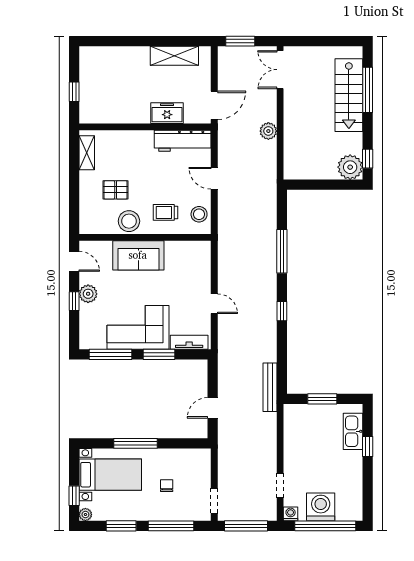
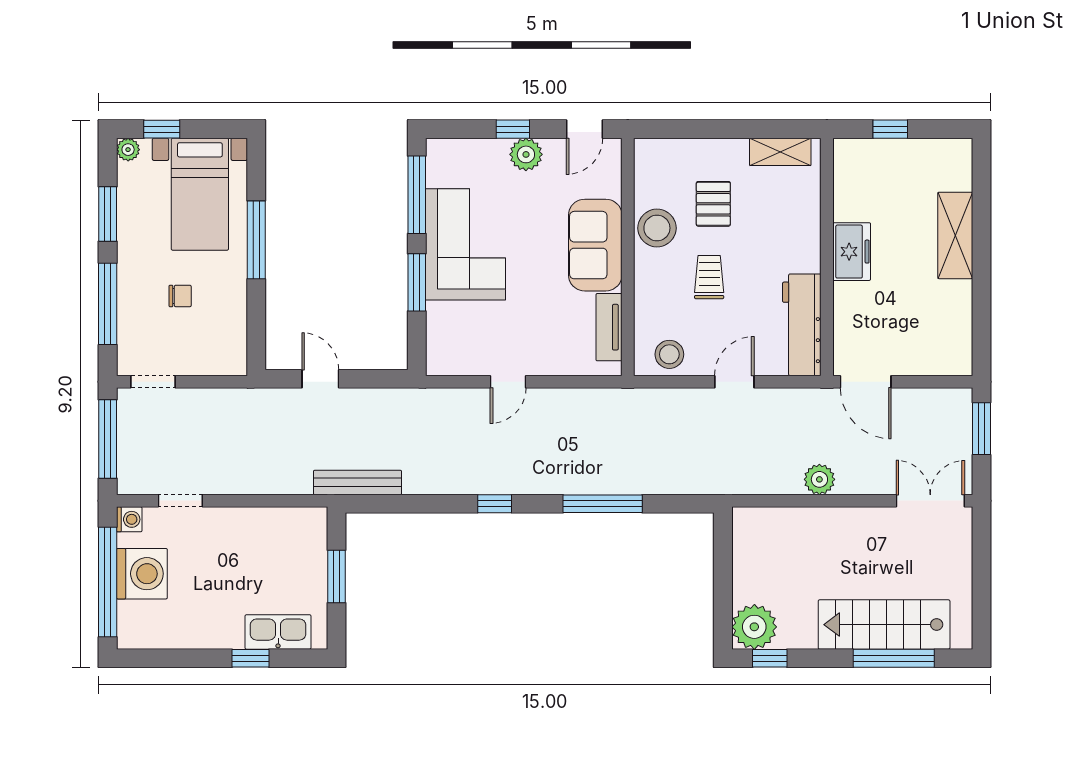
shelving: (174, 56) -> (955, 235), moved
freezer: (167, 113) -> (852, 252), moved
trolley: (166, 212) -> (709, 277), moved
tv unit: (189, 342) -> (609, 327), moved, turned 180

